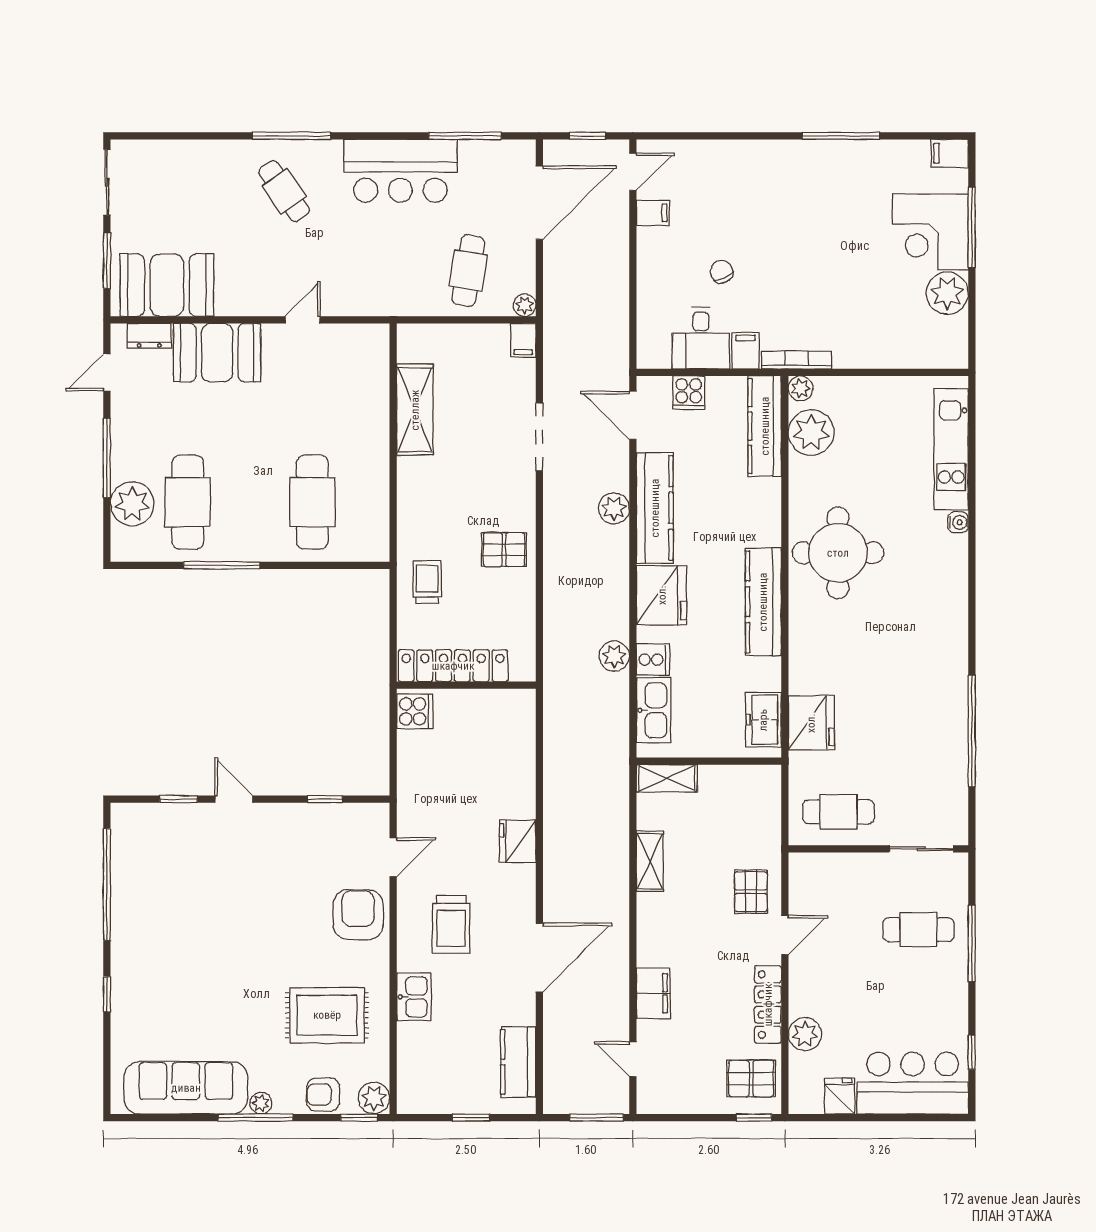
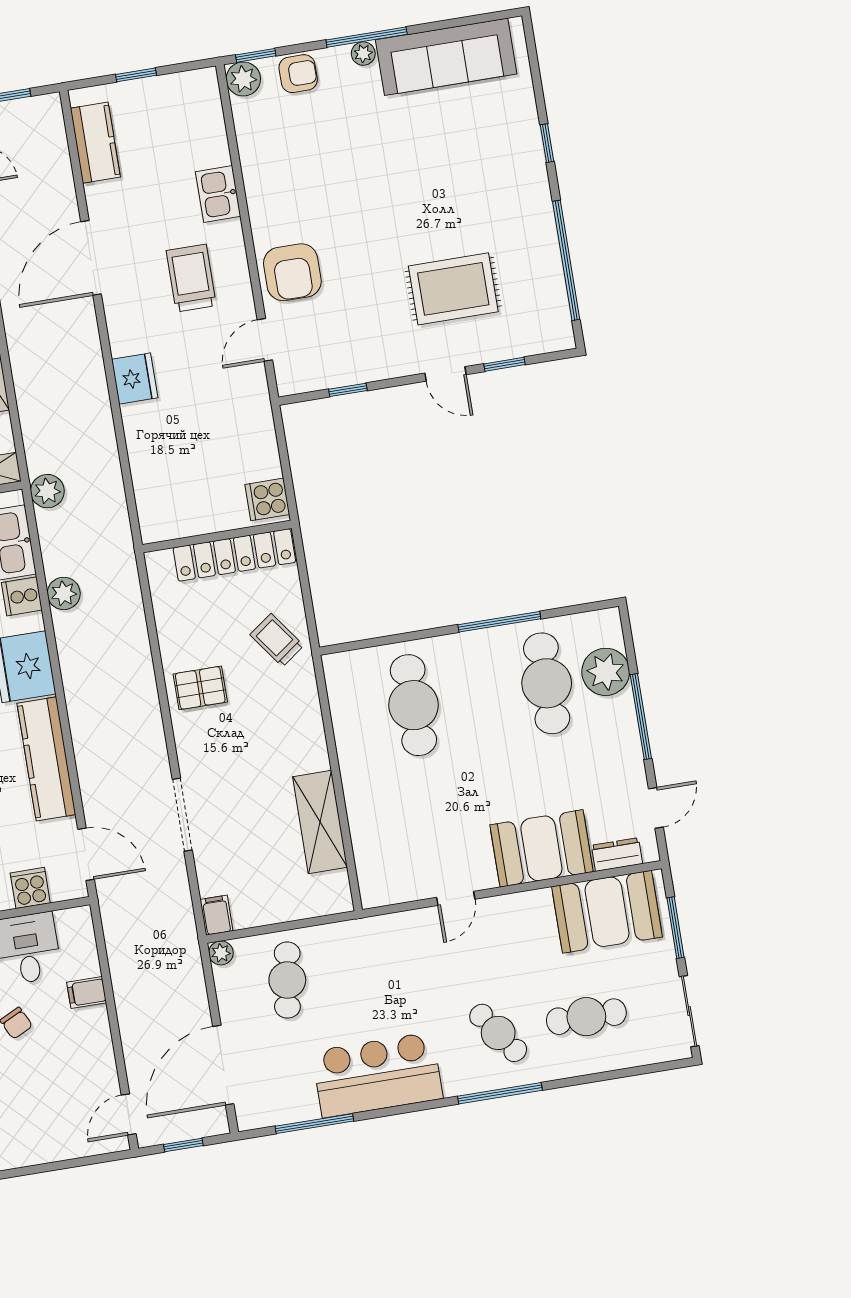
cafe table: (201, 193) -> (586, 1017), added
filing cabinet: (653, 213) -> (87, 993), moved
plant: (614, 508) -> (47, 491), moved
trolley: (427, 582) -> (277, 640), turned 144
rug: (327, 1015) -> (453, 289), moved

